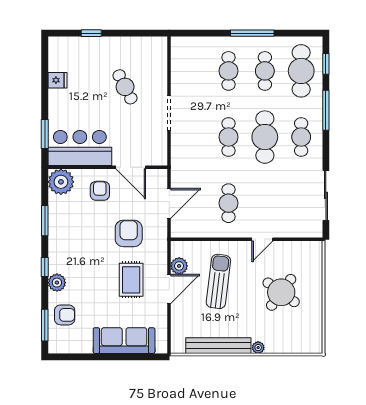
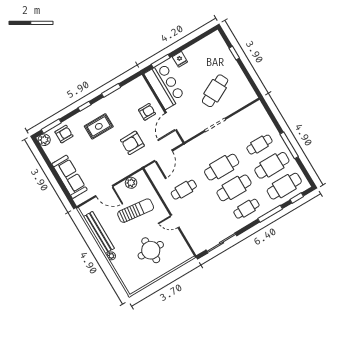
cafe table: (265, 71) -> (272, 165), width x1.37, depth x1.35
fridge: (57, 80) -> (180, 59), moved
cafe table: (125, 87) -> (215, 91), width x1.37, depth x1.35
cafe table: (228, 137) -> (222, 167), width x1.37, depth x1.35
plant: (61, 182) -> (139, 86), removed
door: (169, 203) -> (163, 156), hinge flipped
armchair: (129, 233) -> (132, 143), turned 180
rug: (131, 280) -> (99, 126), moved
plant: (57, 283) -> (44, 140), moved
door: (169, 289) -> (104, 191), moved
round table: (281, 292) -> (151, 250), turned -36
armchair: (65, 315) -> (64, 134), turned -90

